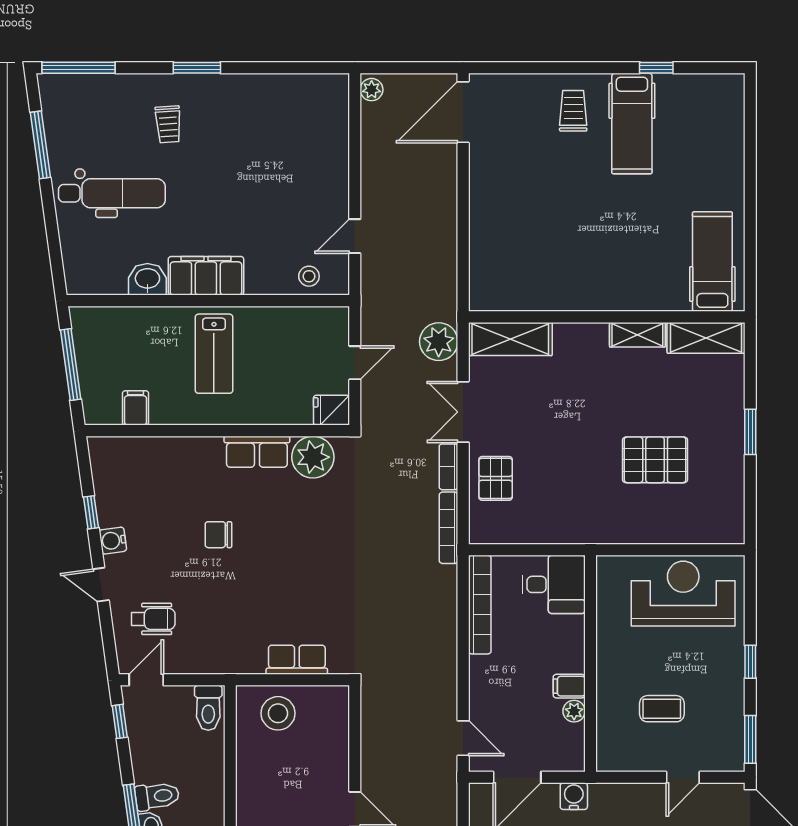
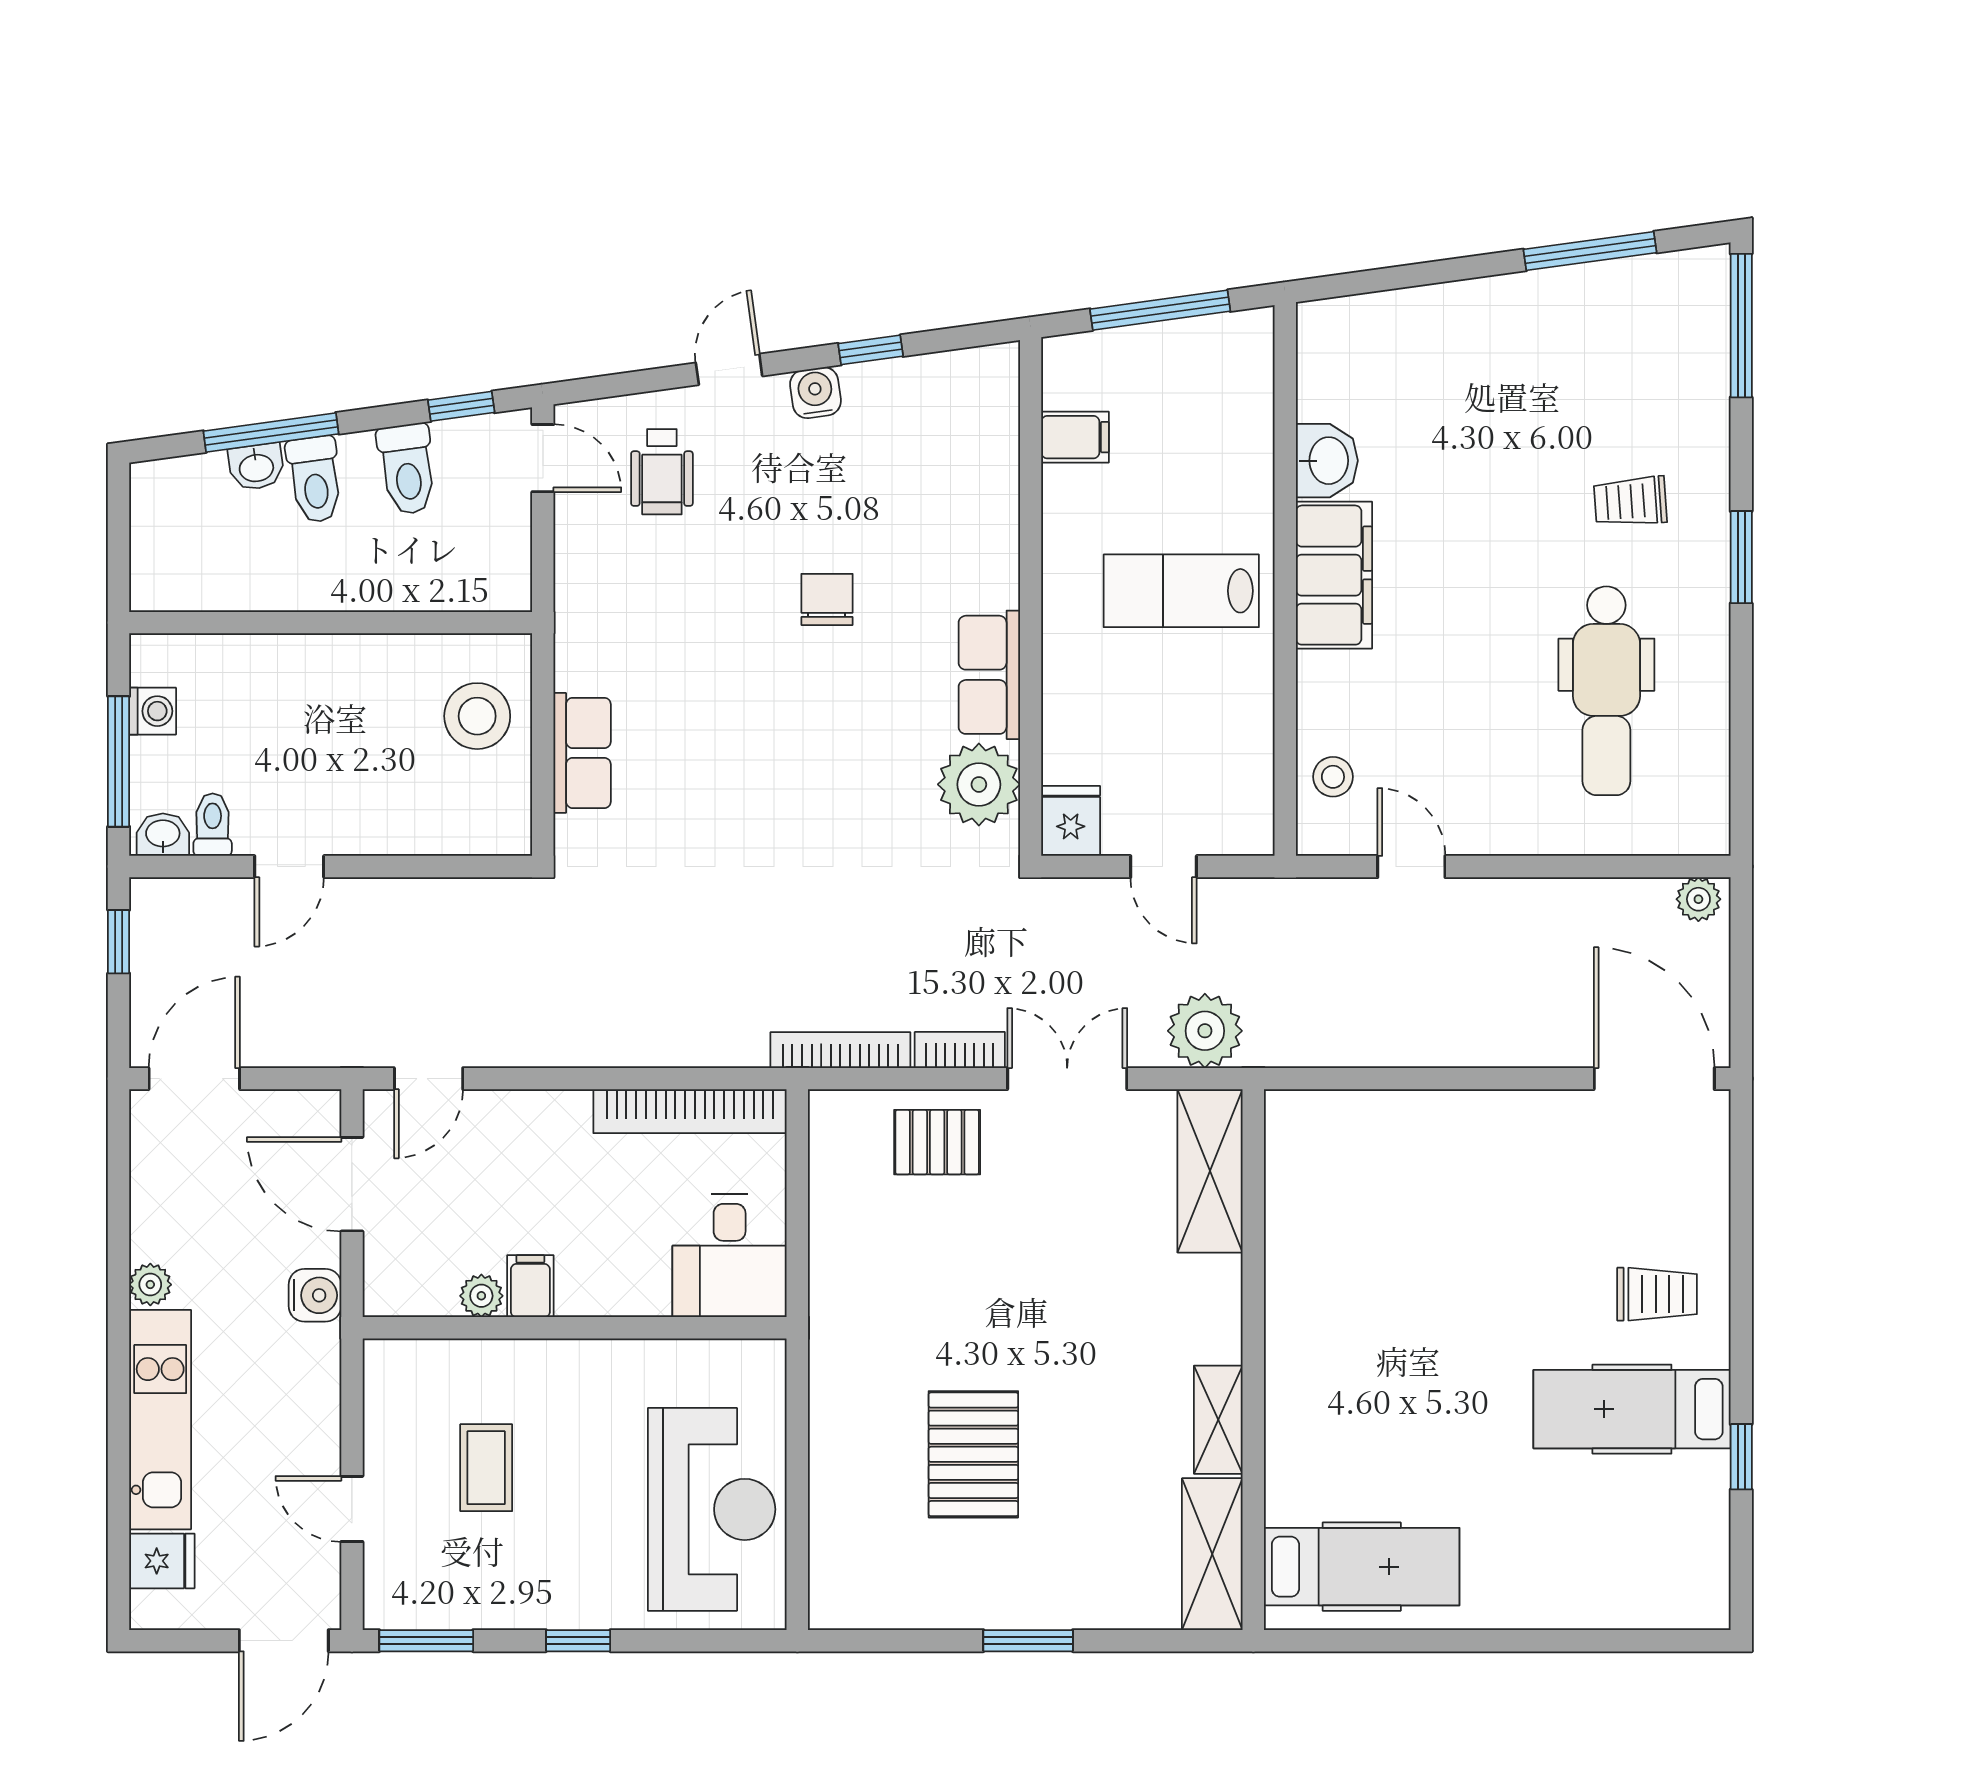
dental chair: (112, 193) -> (1606, 691), moved
toilet: (208, 708) -> (407, 469), moved, turned -98

